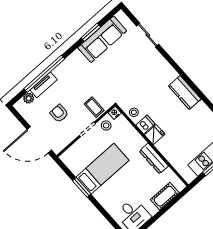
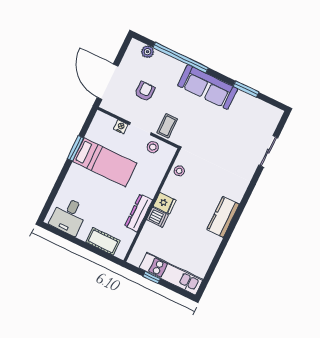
sofa: (102, 39) -> (208, 87), moved
tv unit: (44, 85) -> (169, 62), removed
nightstand: (115, 113) -> (121, 127), moved
dishwasher: (145, 124) -> (157, 217), moved

